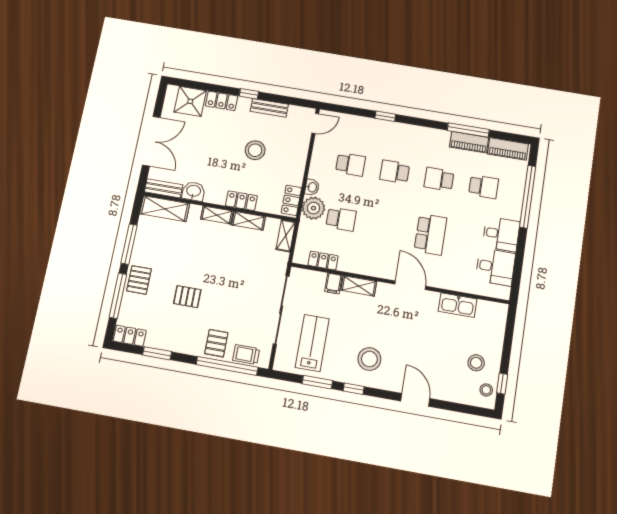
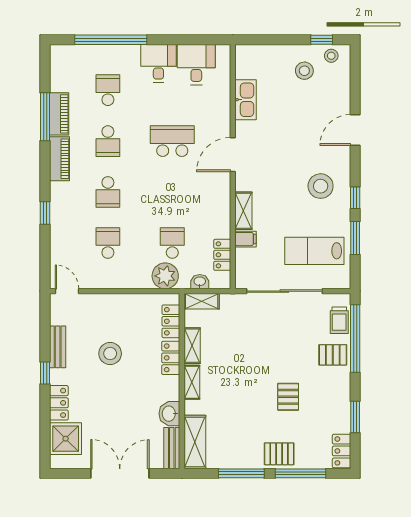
piano: (508, 149) -> (59, 159), moved
washbasin: (312, 187) -> (200, 282), moved
locker: (291, 200) -> (171, 321), moved, turned 90

